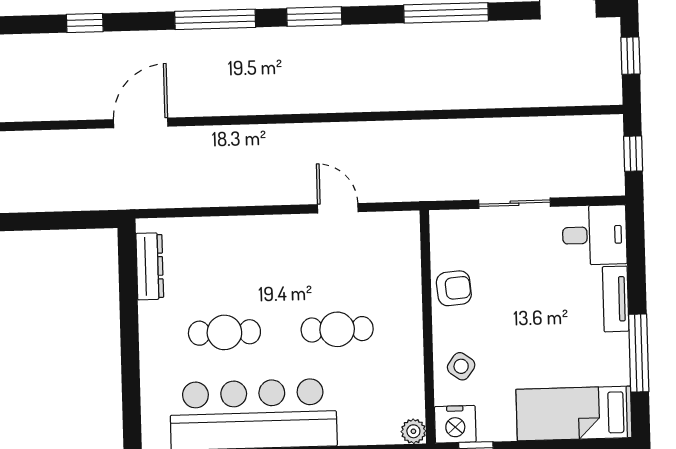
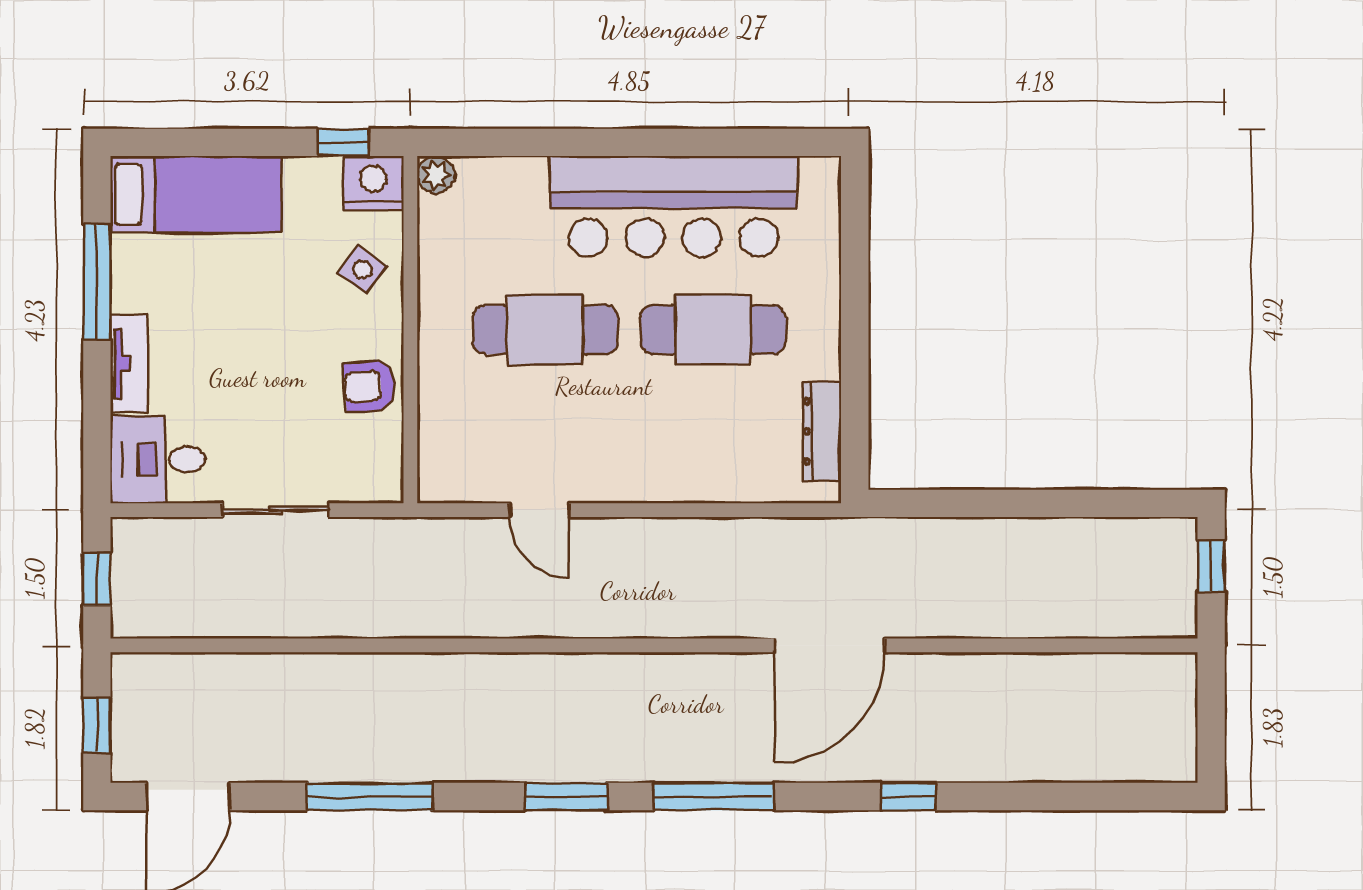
door: (141, 123) -> (829, 645), width x1.36
cafe table: (337, 329) -> (545, 330), width x1.37, depth x1.35
cafe table: (224, 332) -> (713, 330), width x1.37, depth x1.35

